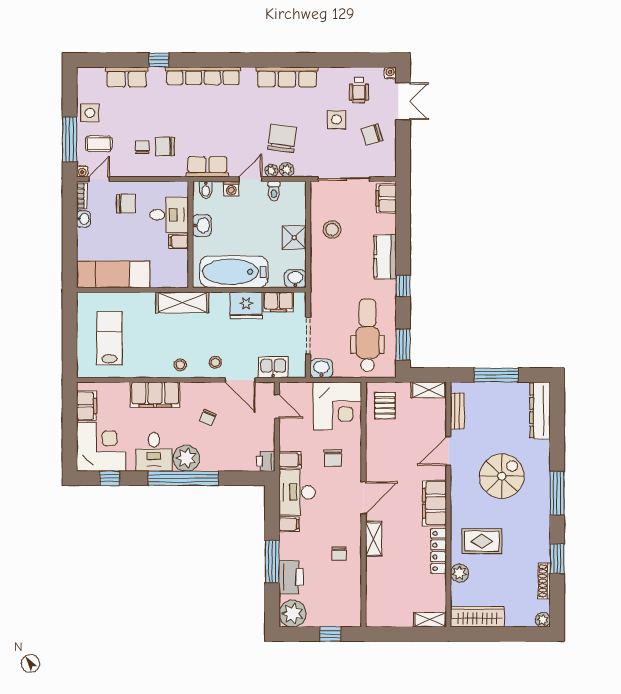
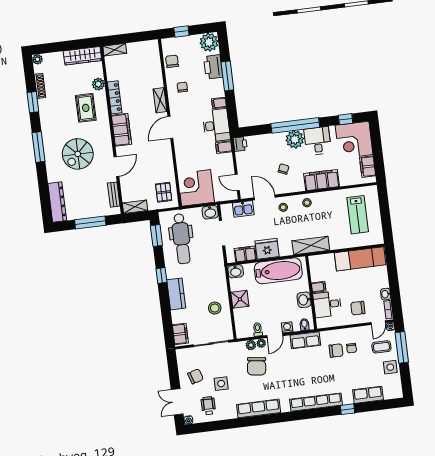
chair: (333, 458) -> (172, 61), moved
rug: (482, 541) -> (86, 108), turned 90

